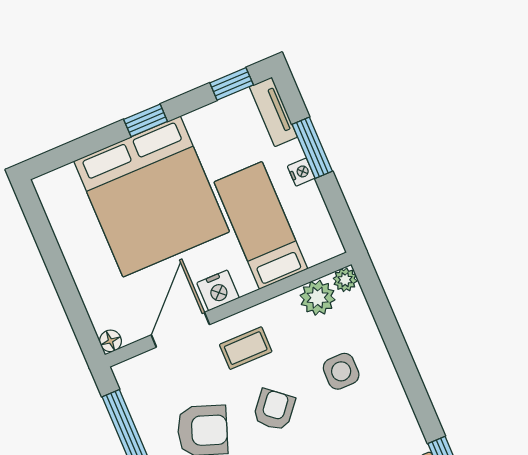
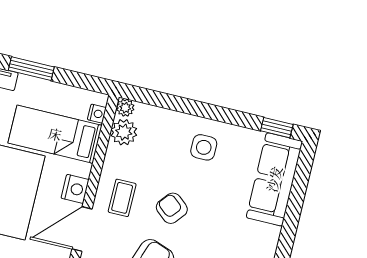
nightstand: (301, 172) -> (97, 114), moved, turned 90
door: (180, 330) -> (82, 229), hinge flipped
side table: (341, 371) -> (204, 147), moved

